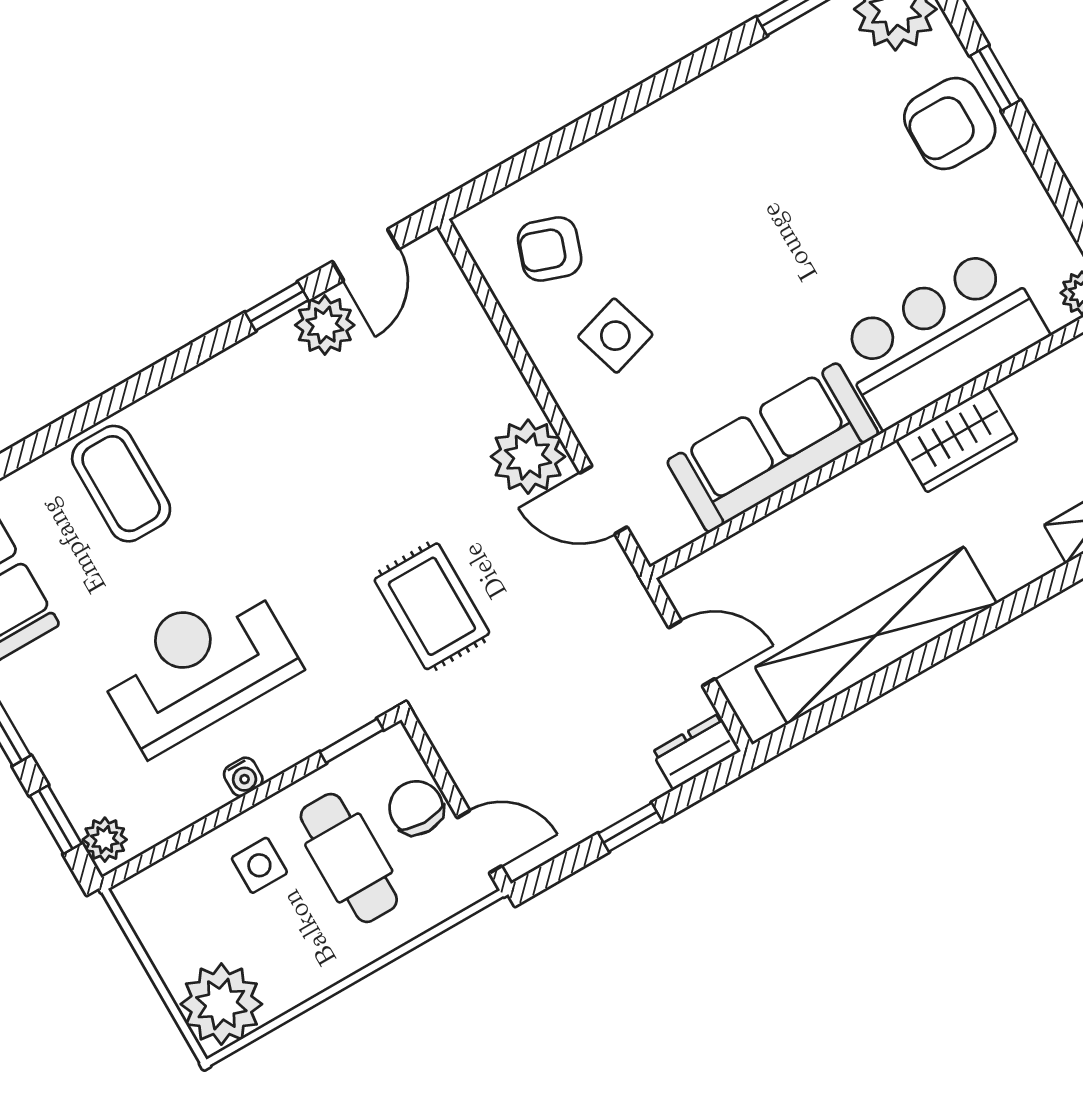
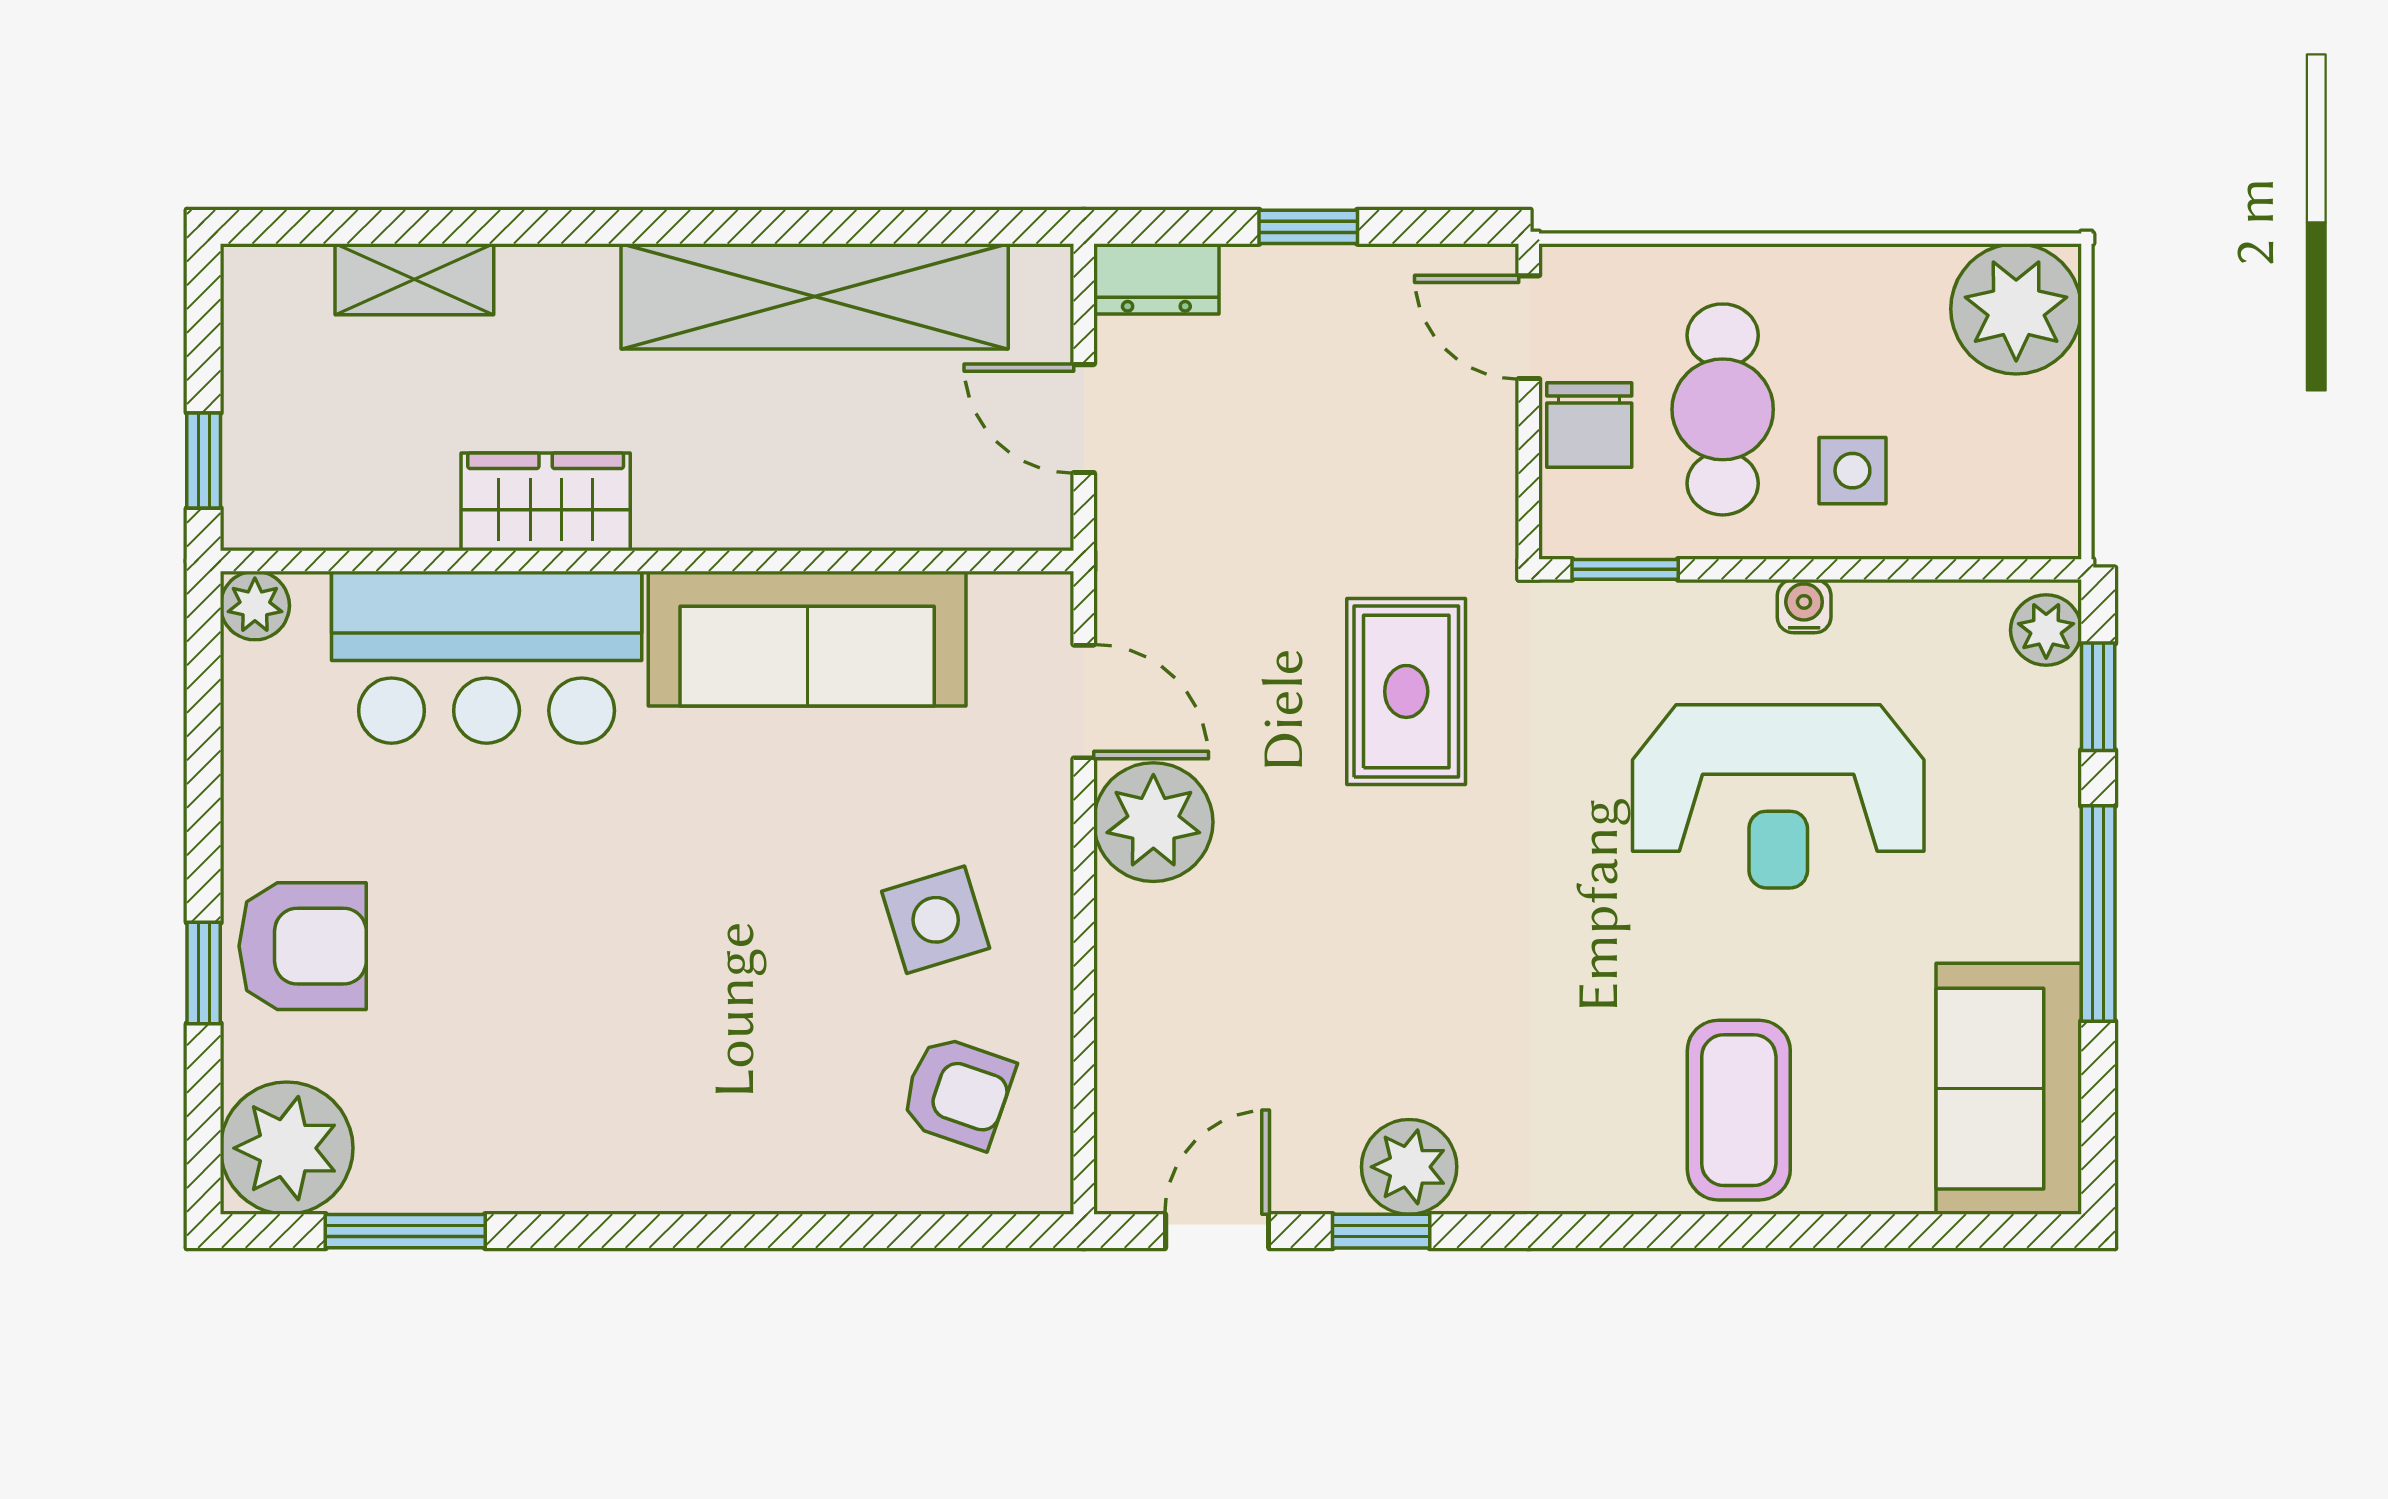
plant: (325, 325) -> (1409, 1167), moved

